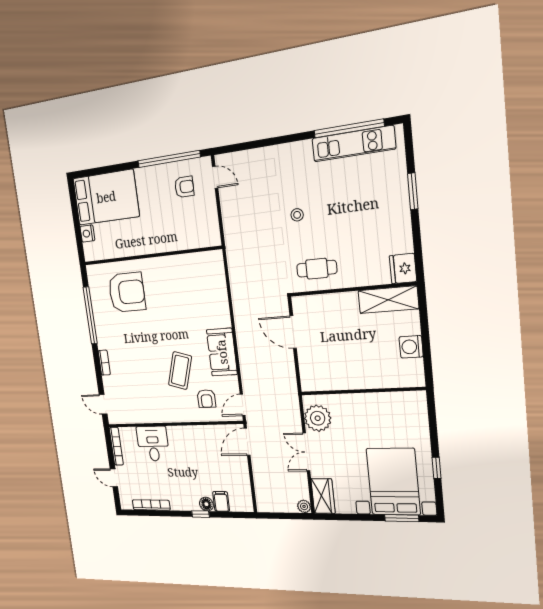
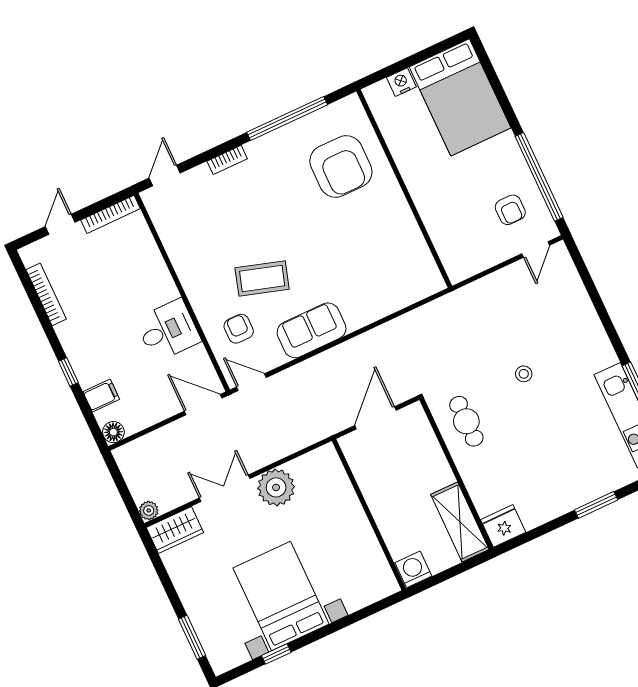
wall: (362, 391) -> (369, 515), moved
armchair: (206, 399) -> (239, 329), turned 90
desk: (153, 444) -> (168, 330), moved
bed with nightstands: (393, 482) -> (281, 596), moved, turned -90
floor lamp: (206, 504) -> (113, 432), moved

